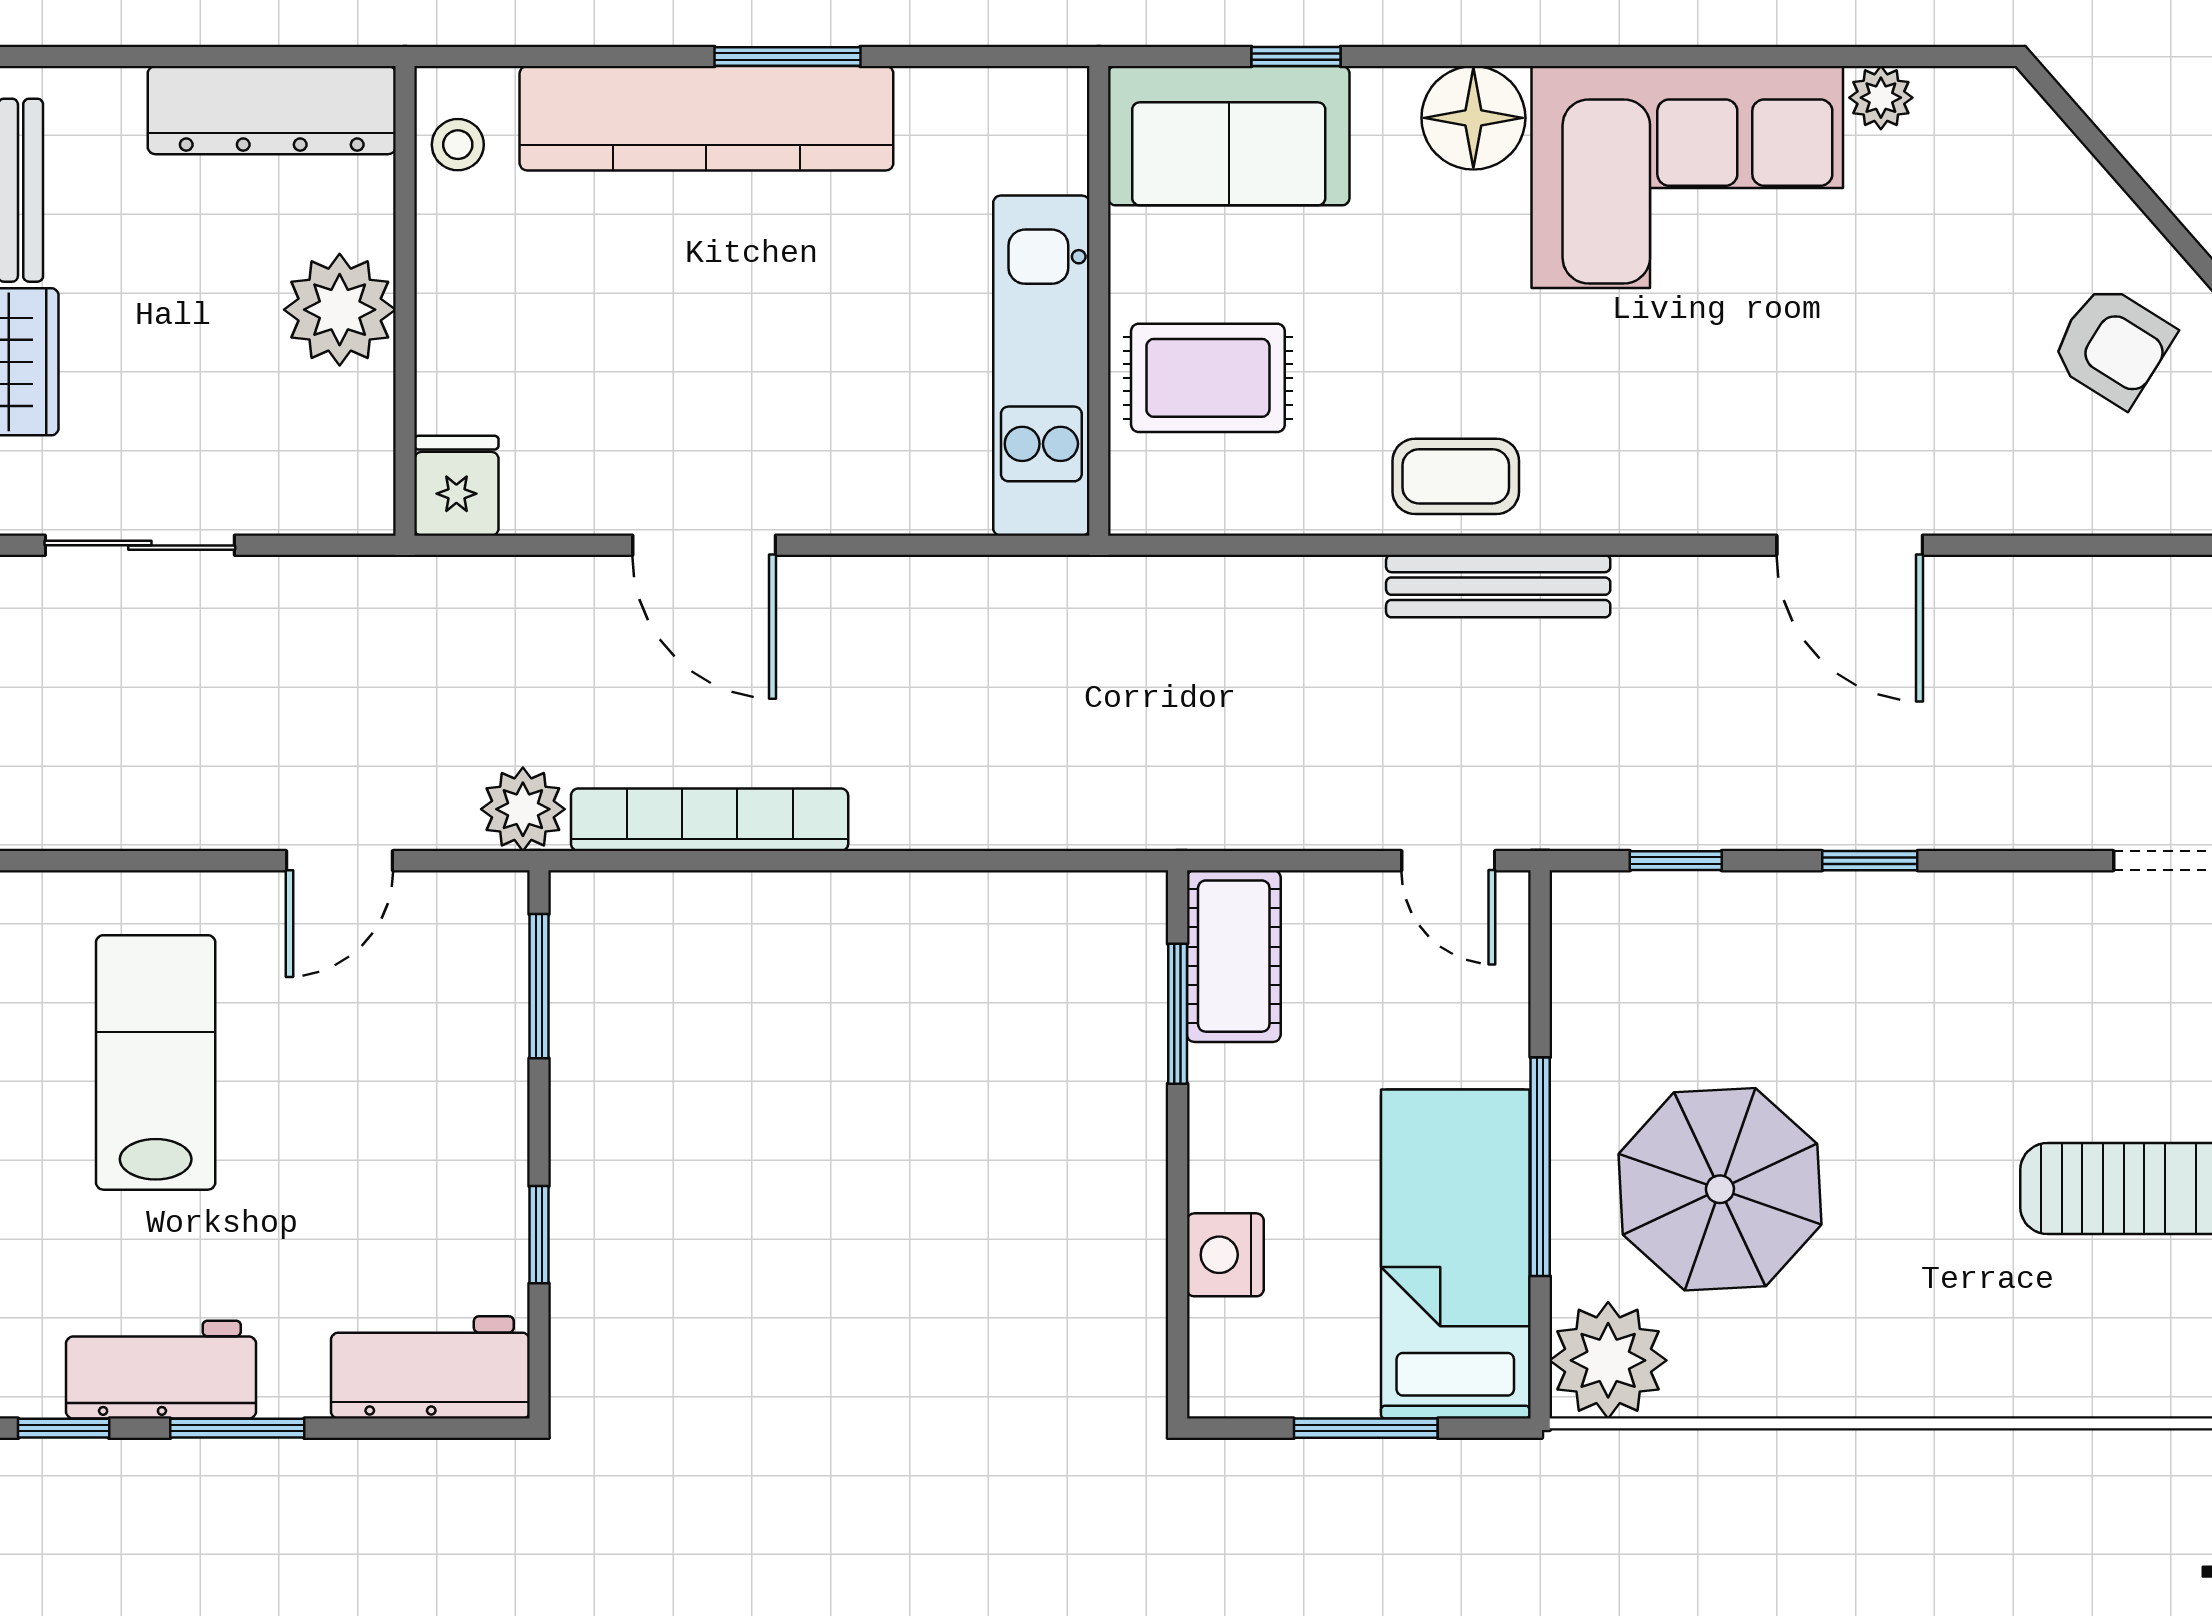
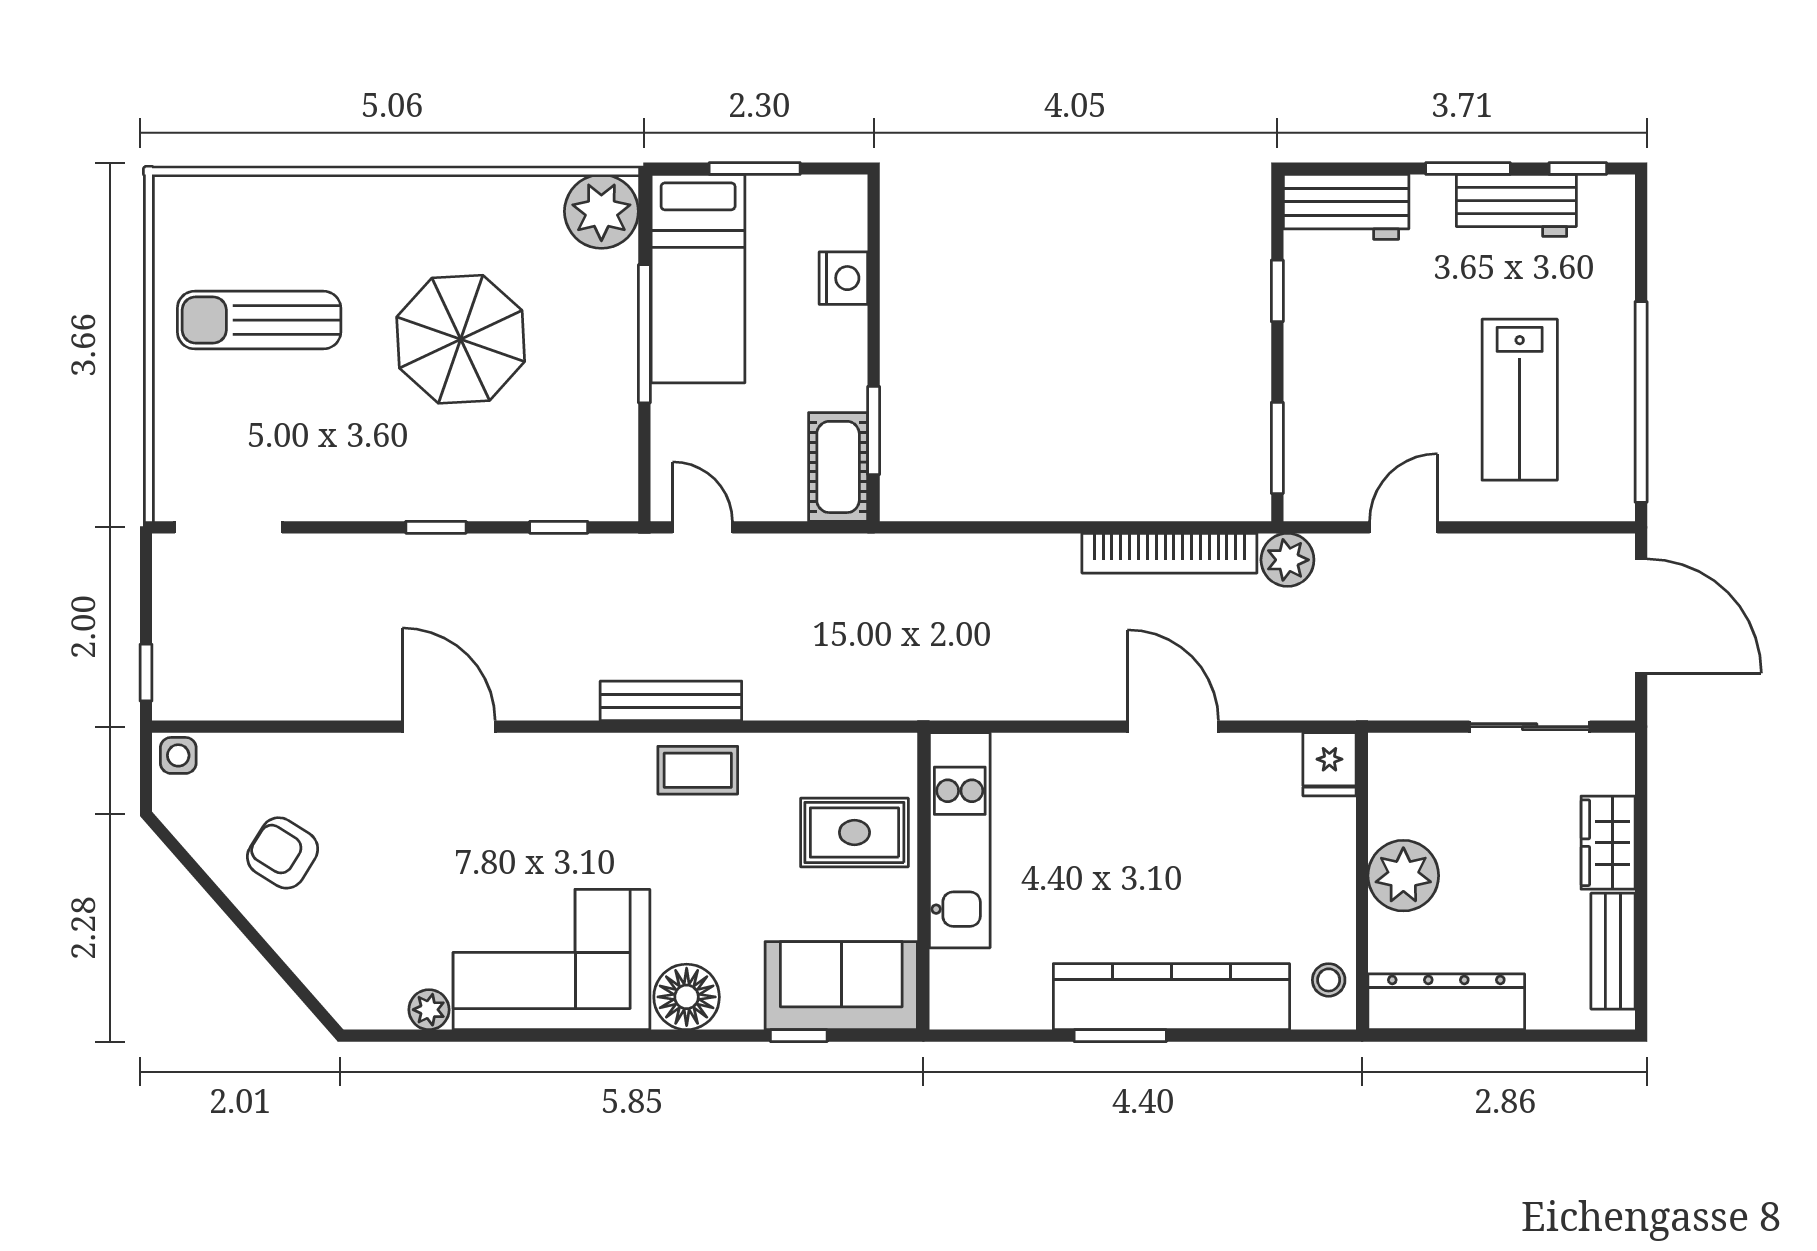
parasol: (1720, 1189) -> (461, 339), moved

